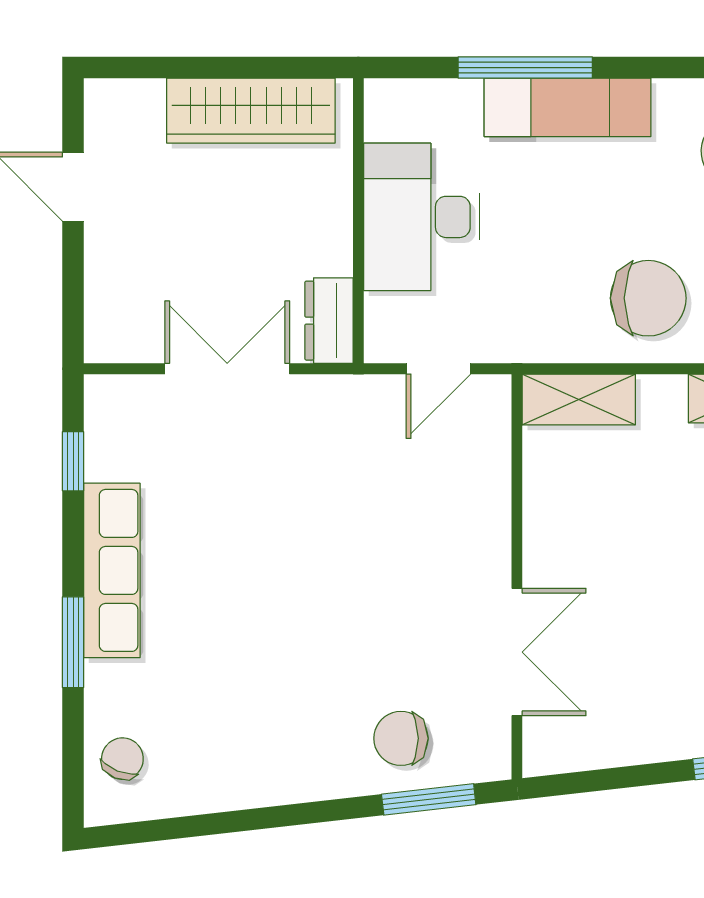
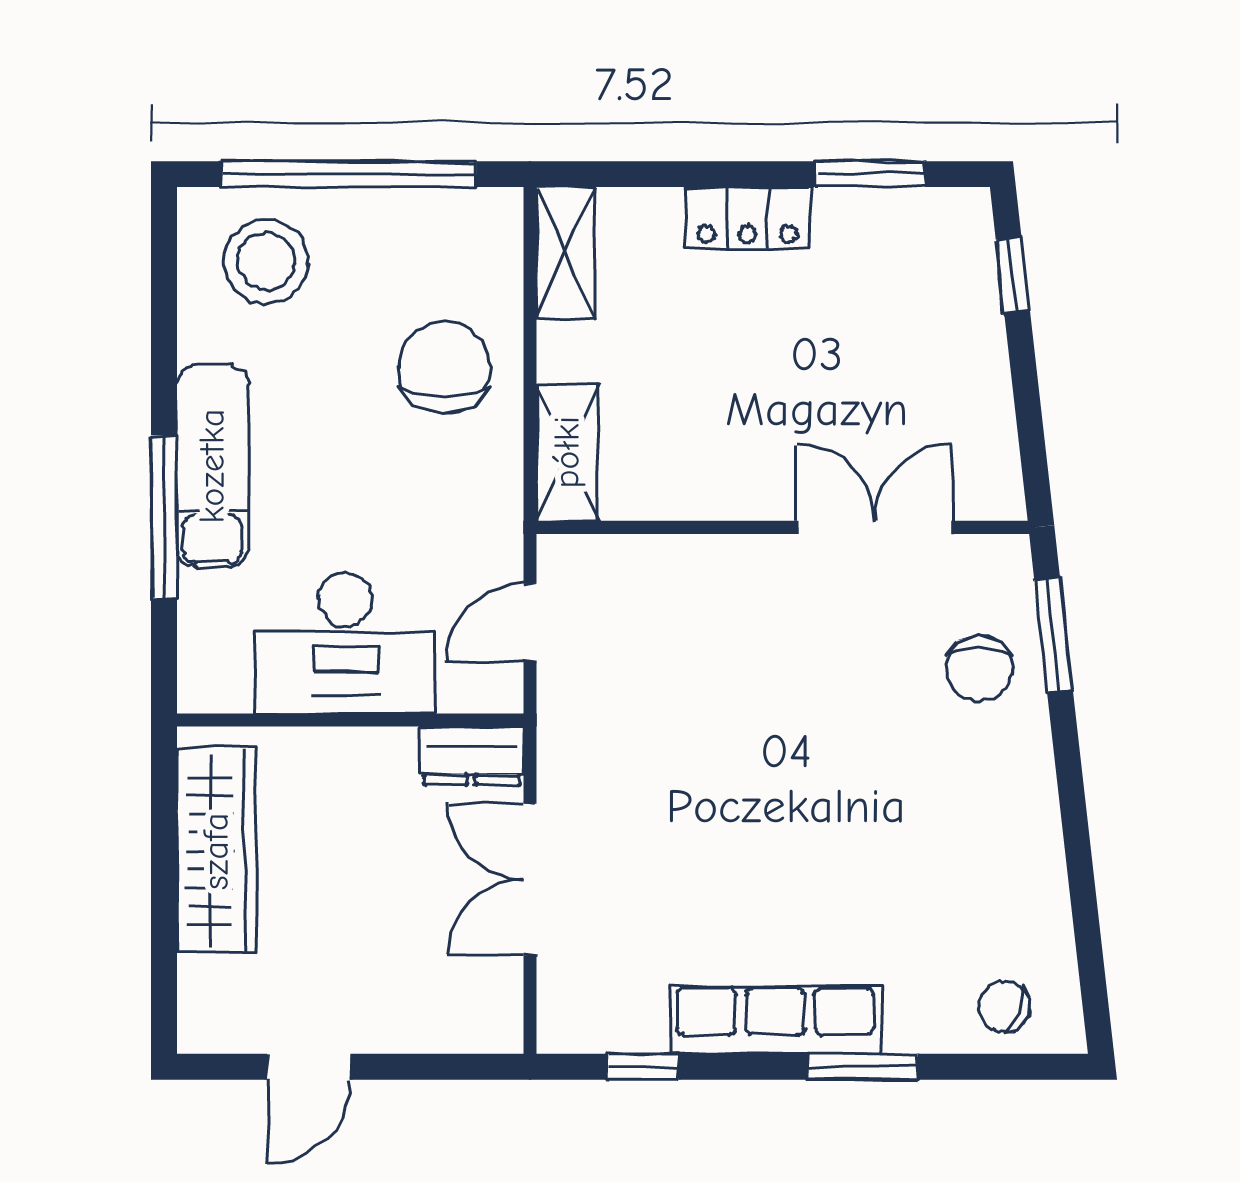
door: (438, 369) -> (530, 623), swing flipped

